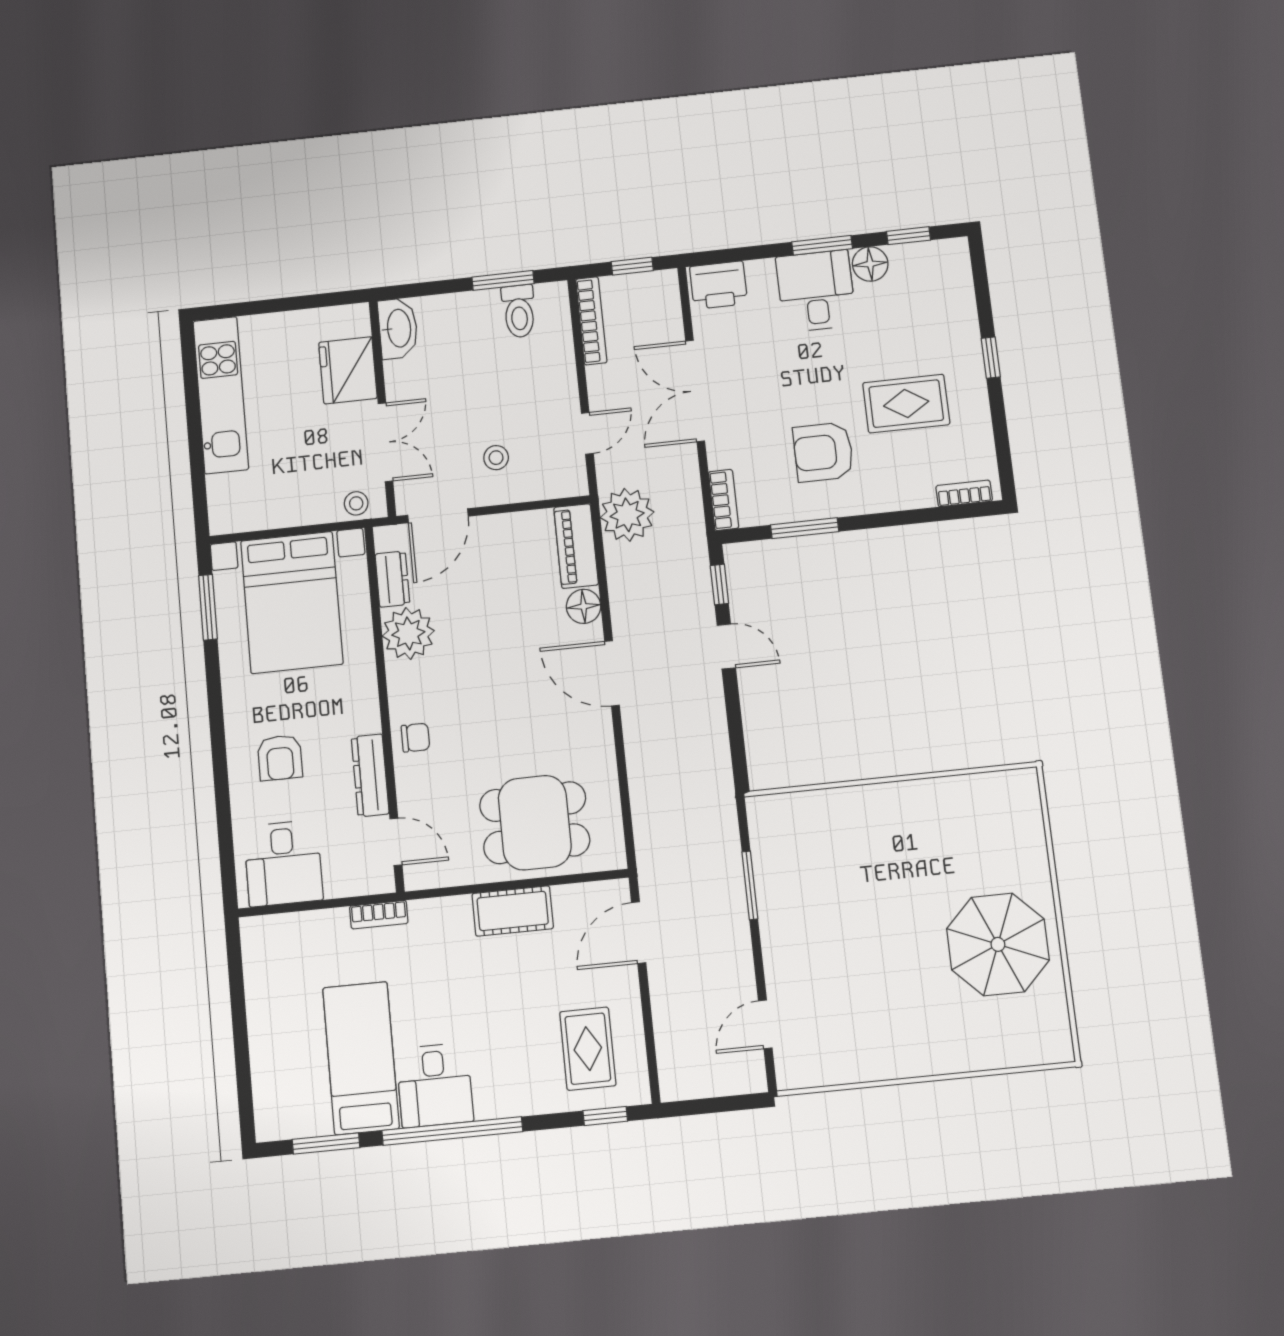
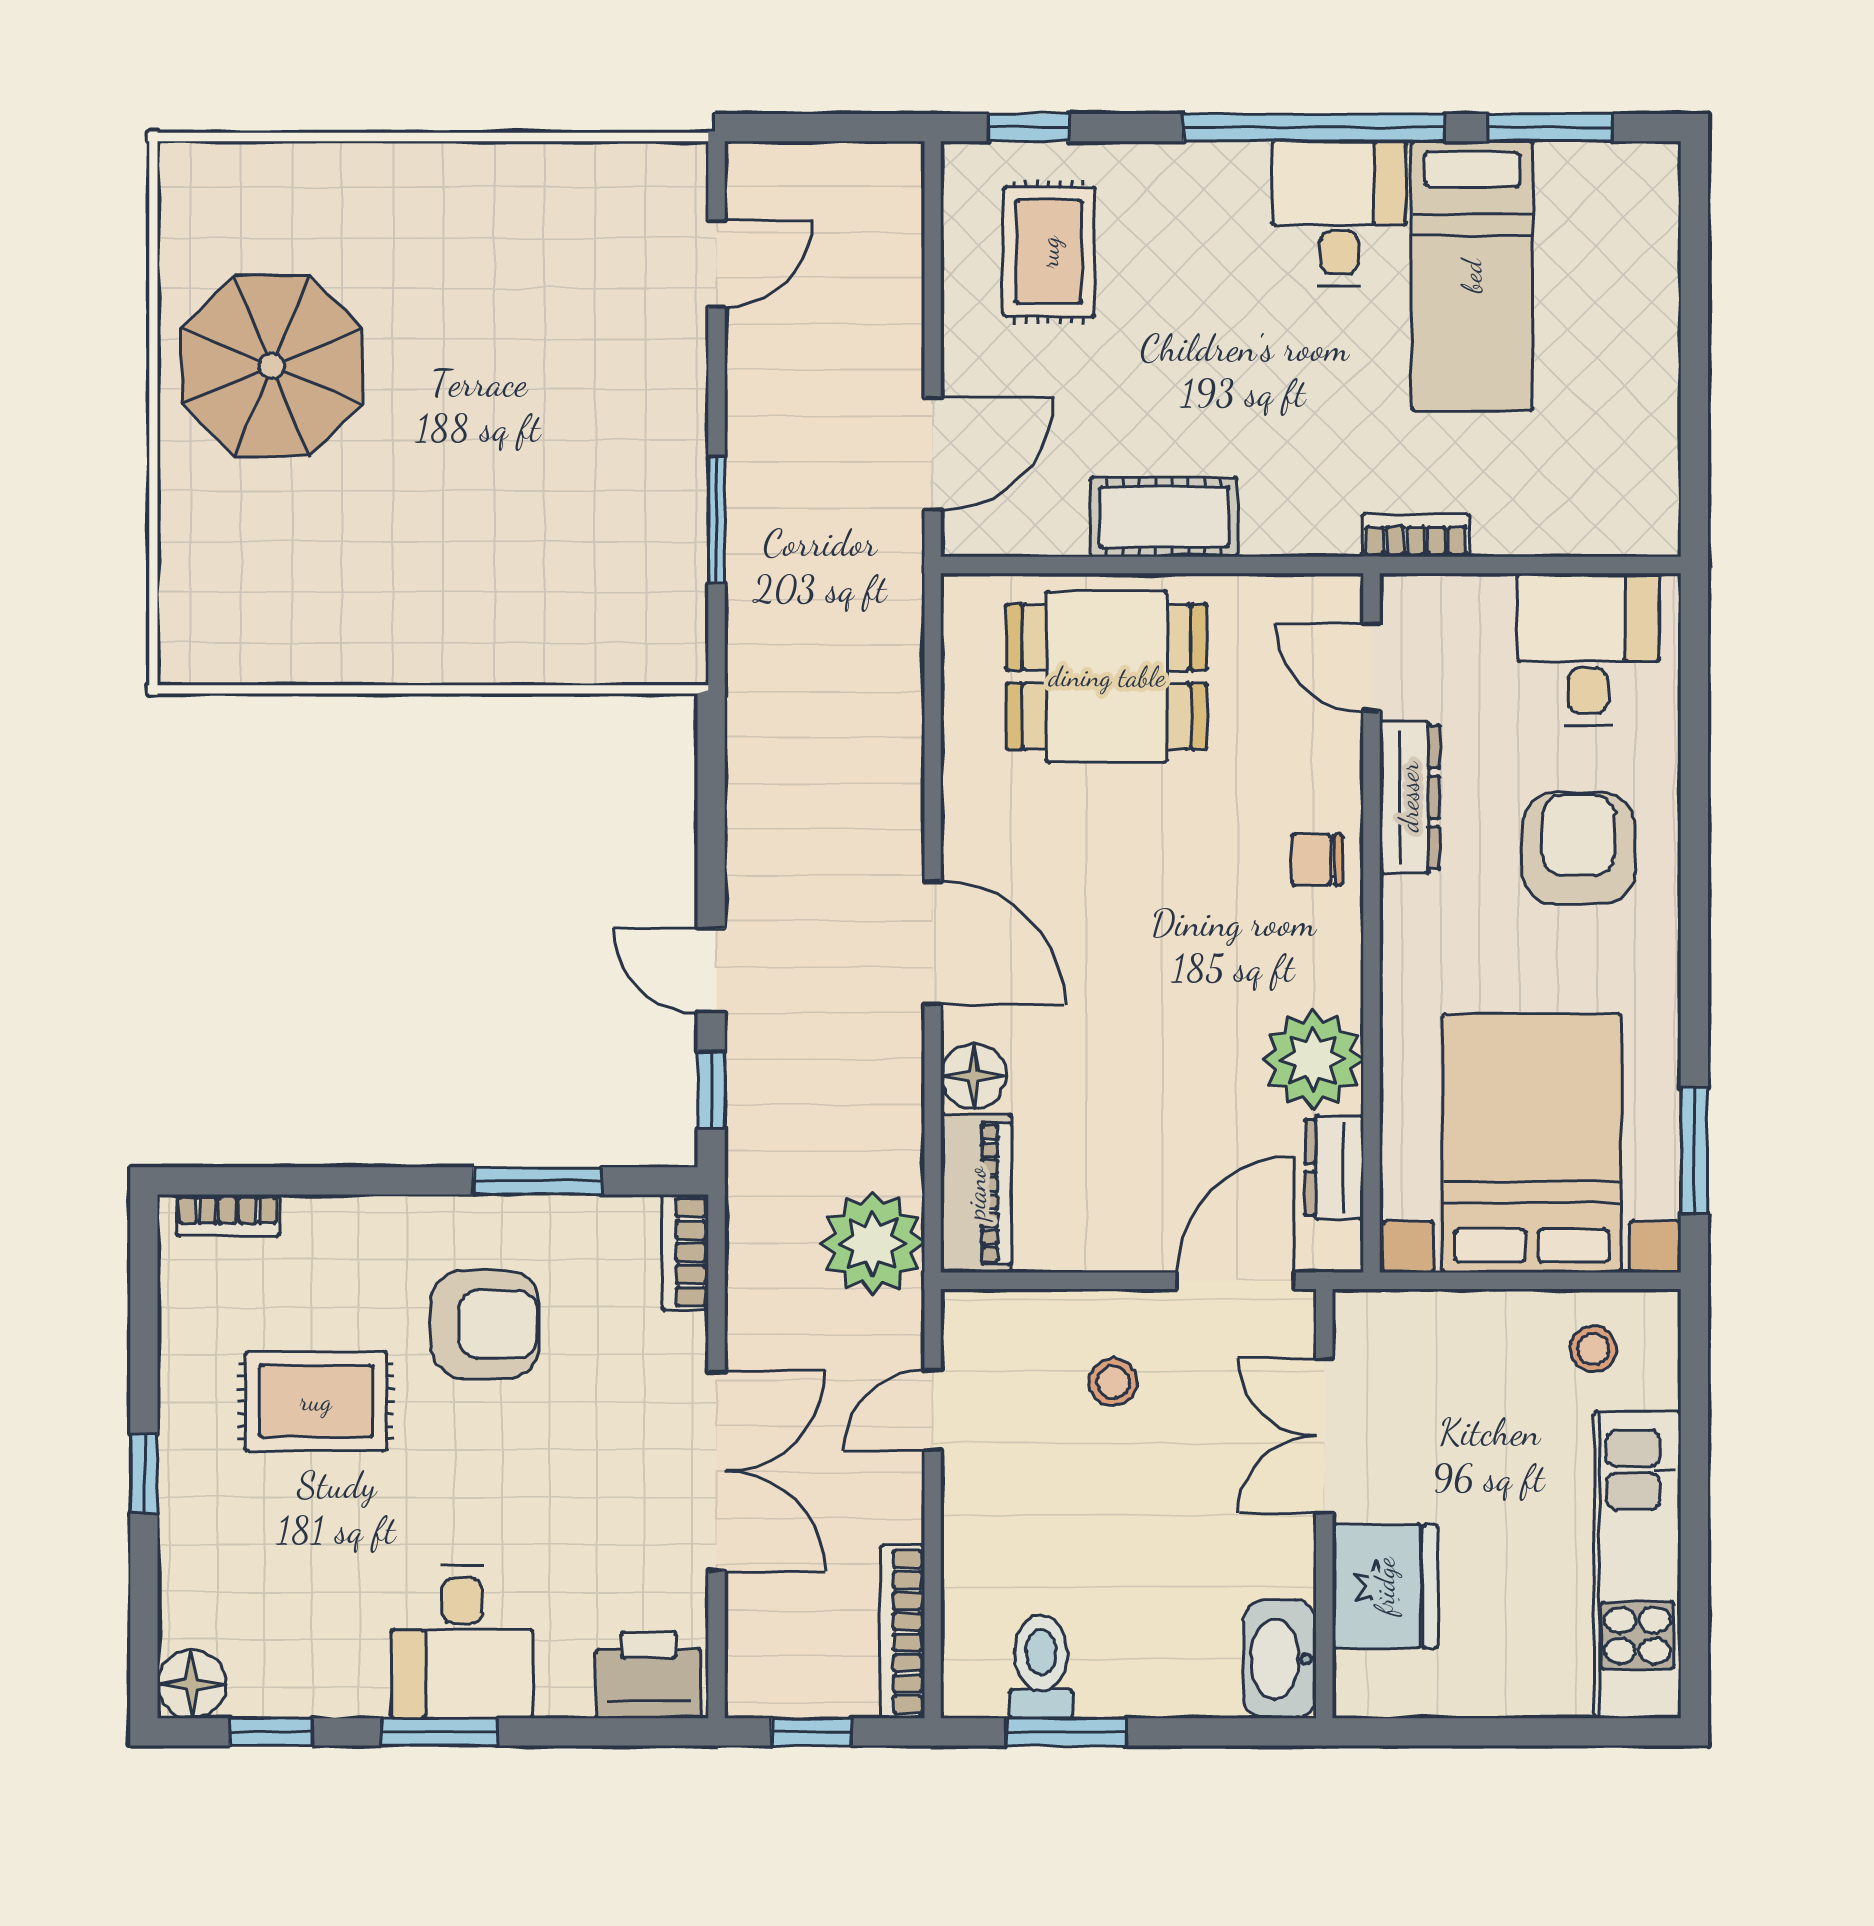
floor lamp: (870, 264) -> (192, 1684), moved
stool: (356, 503) -> (1593, 1349), moved
armchair: (280, 758) -> (1579, 848), width x1.38, depth x1.38

